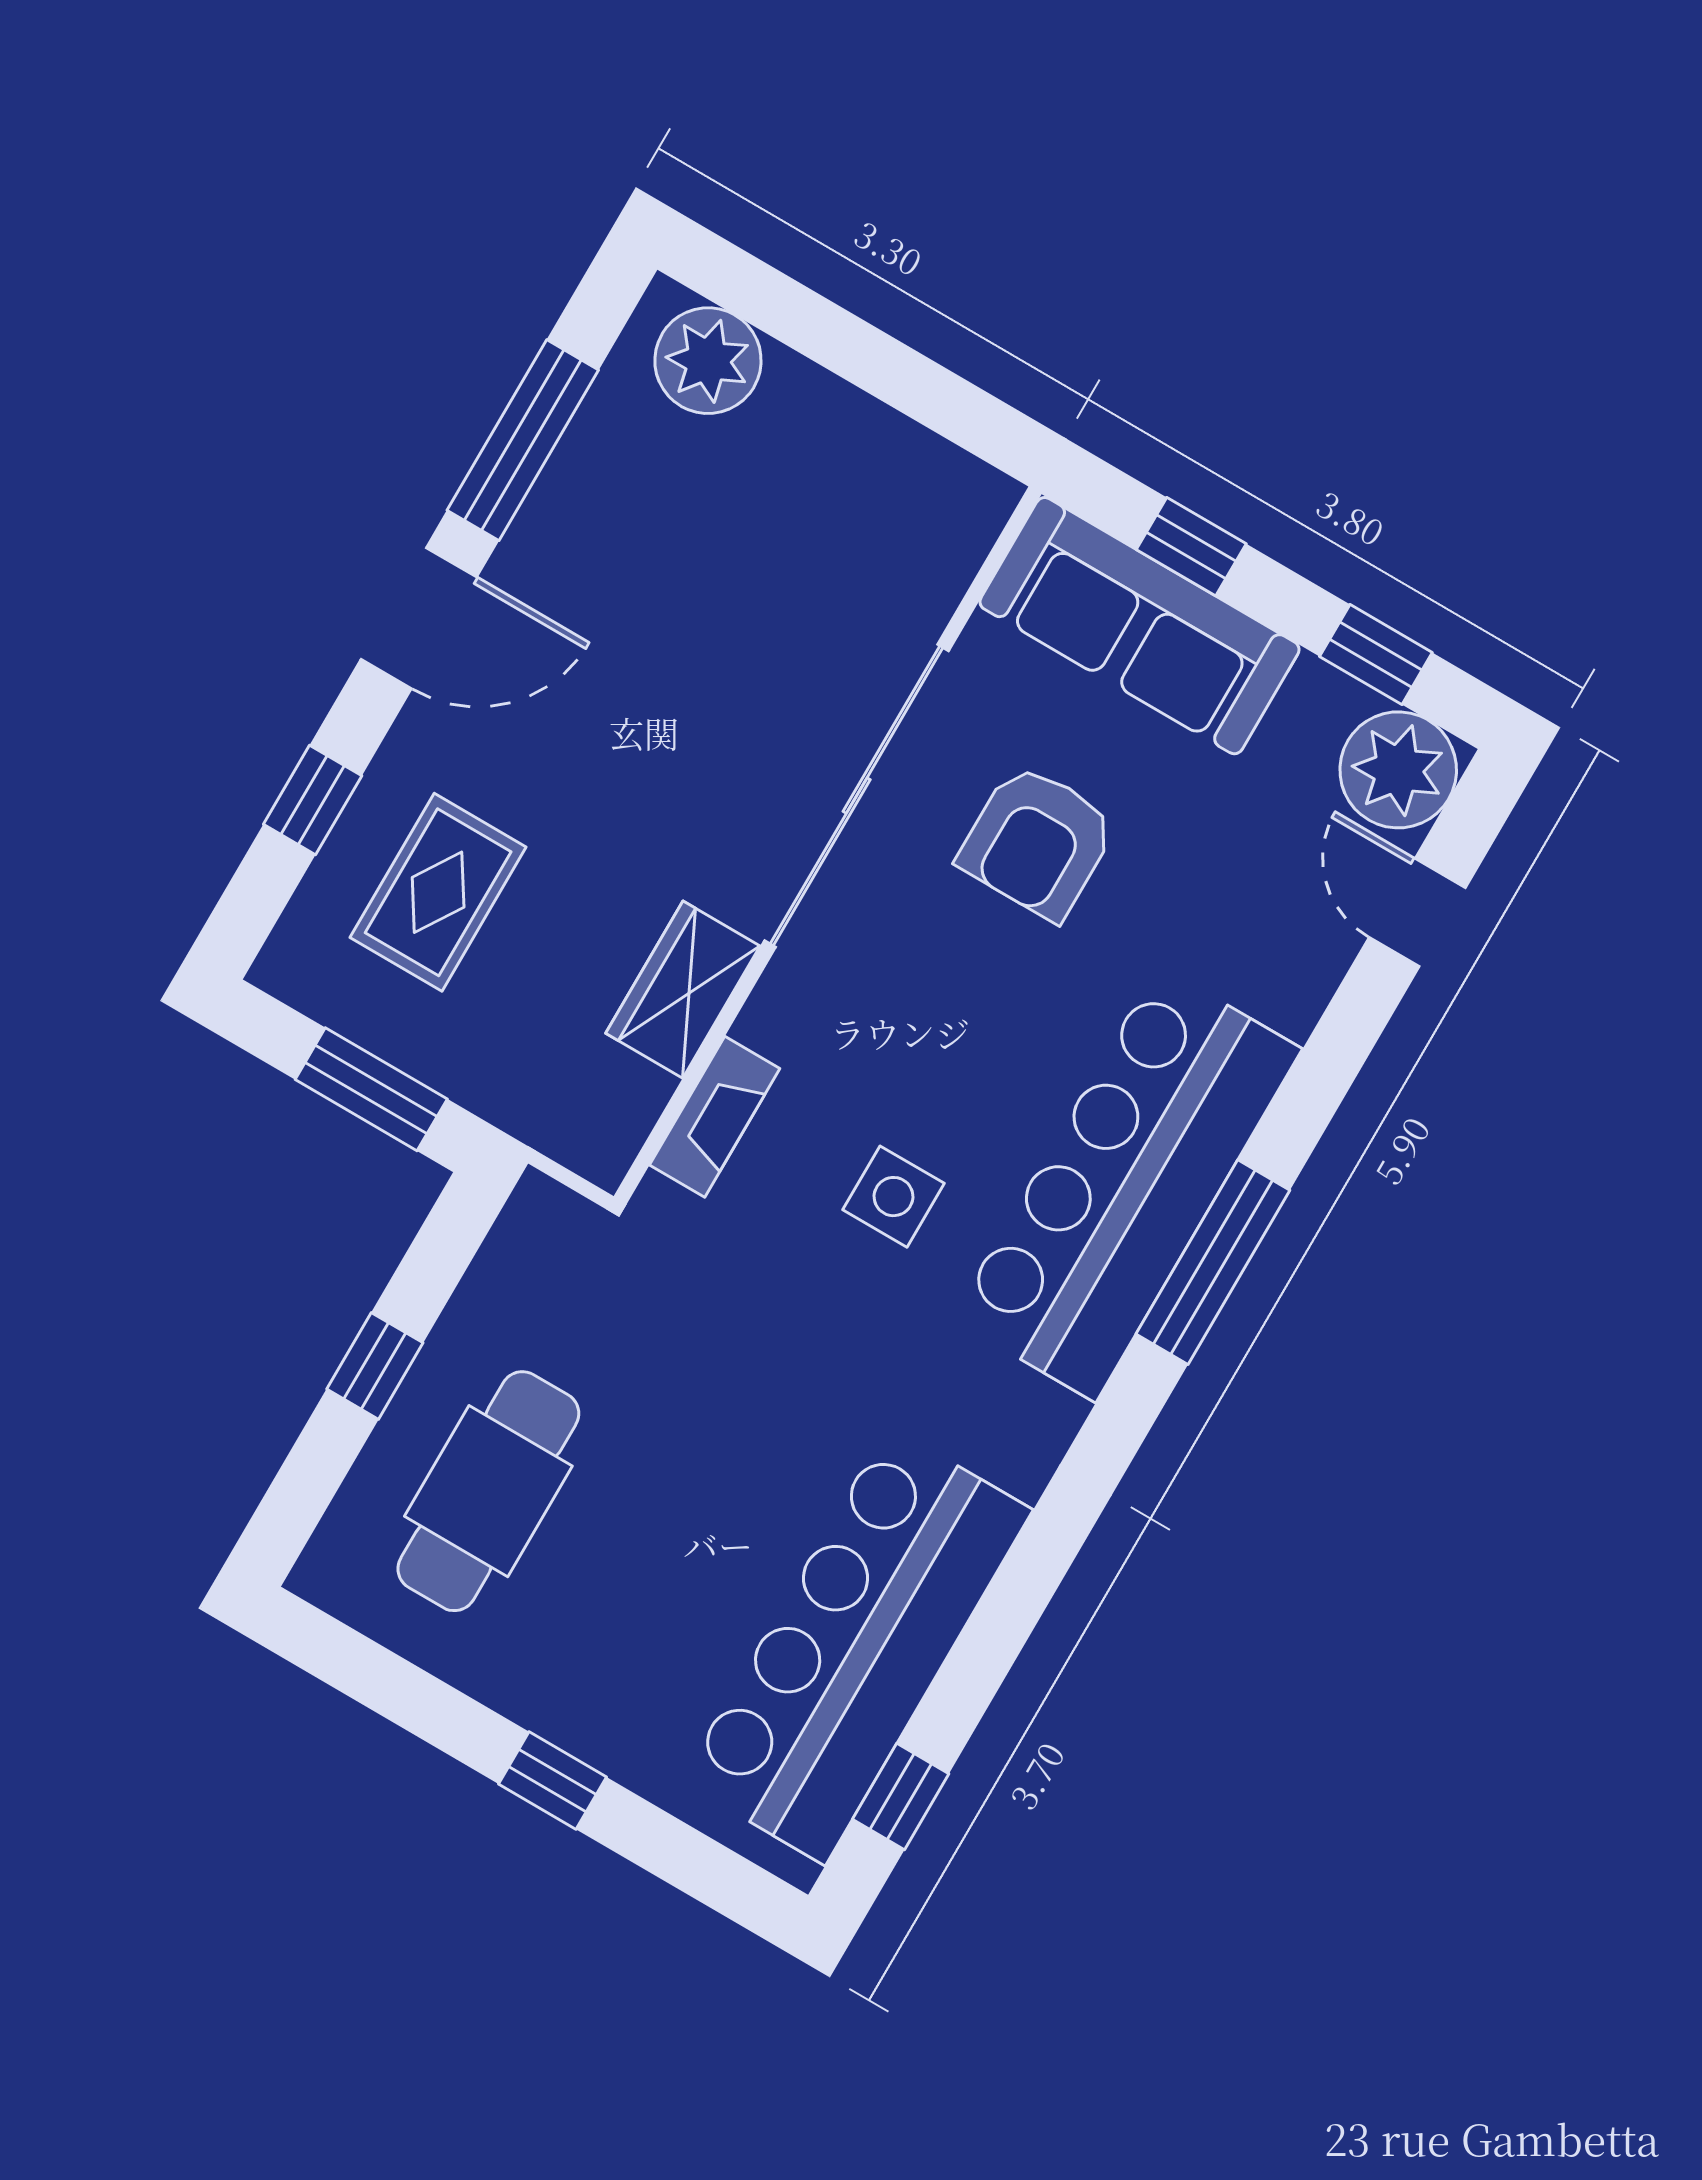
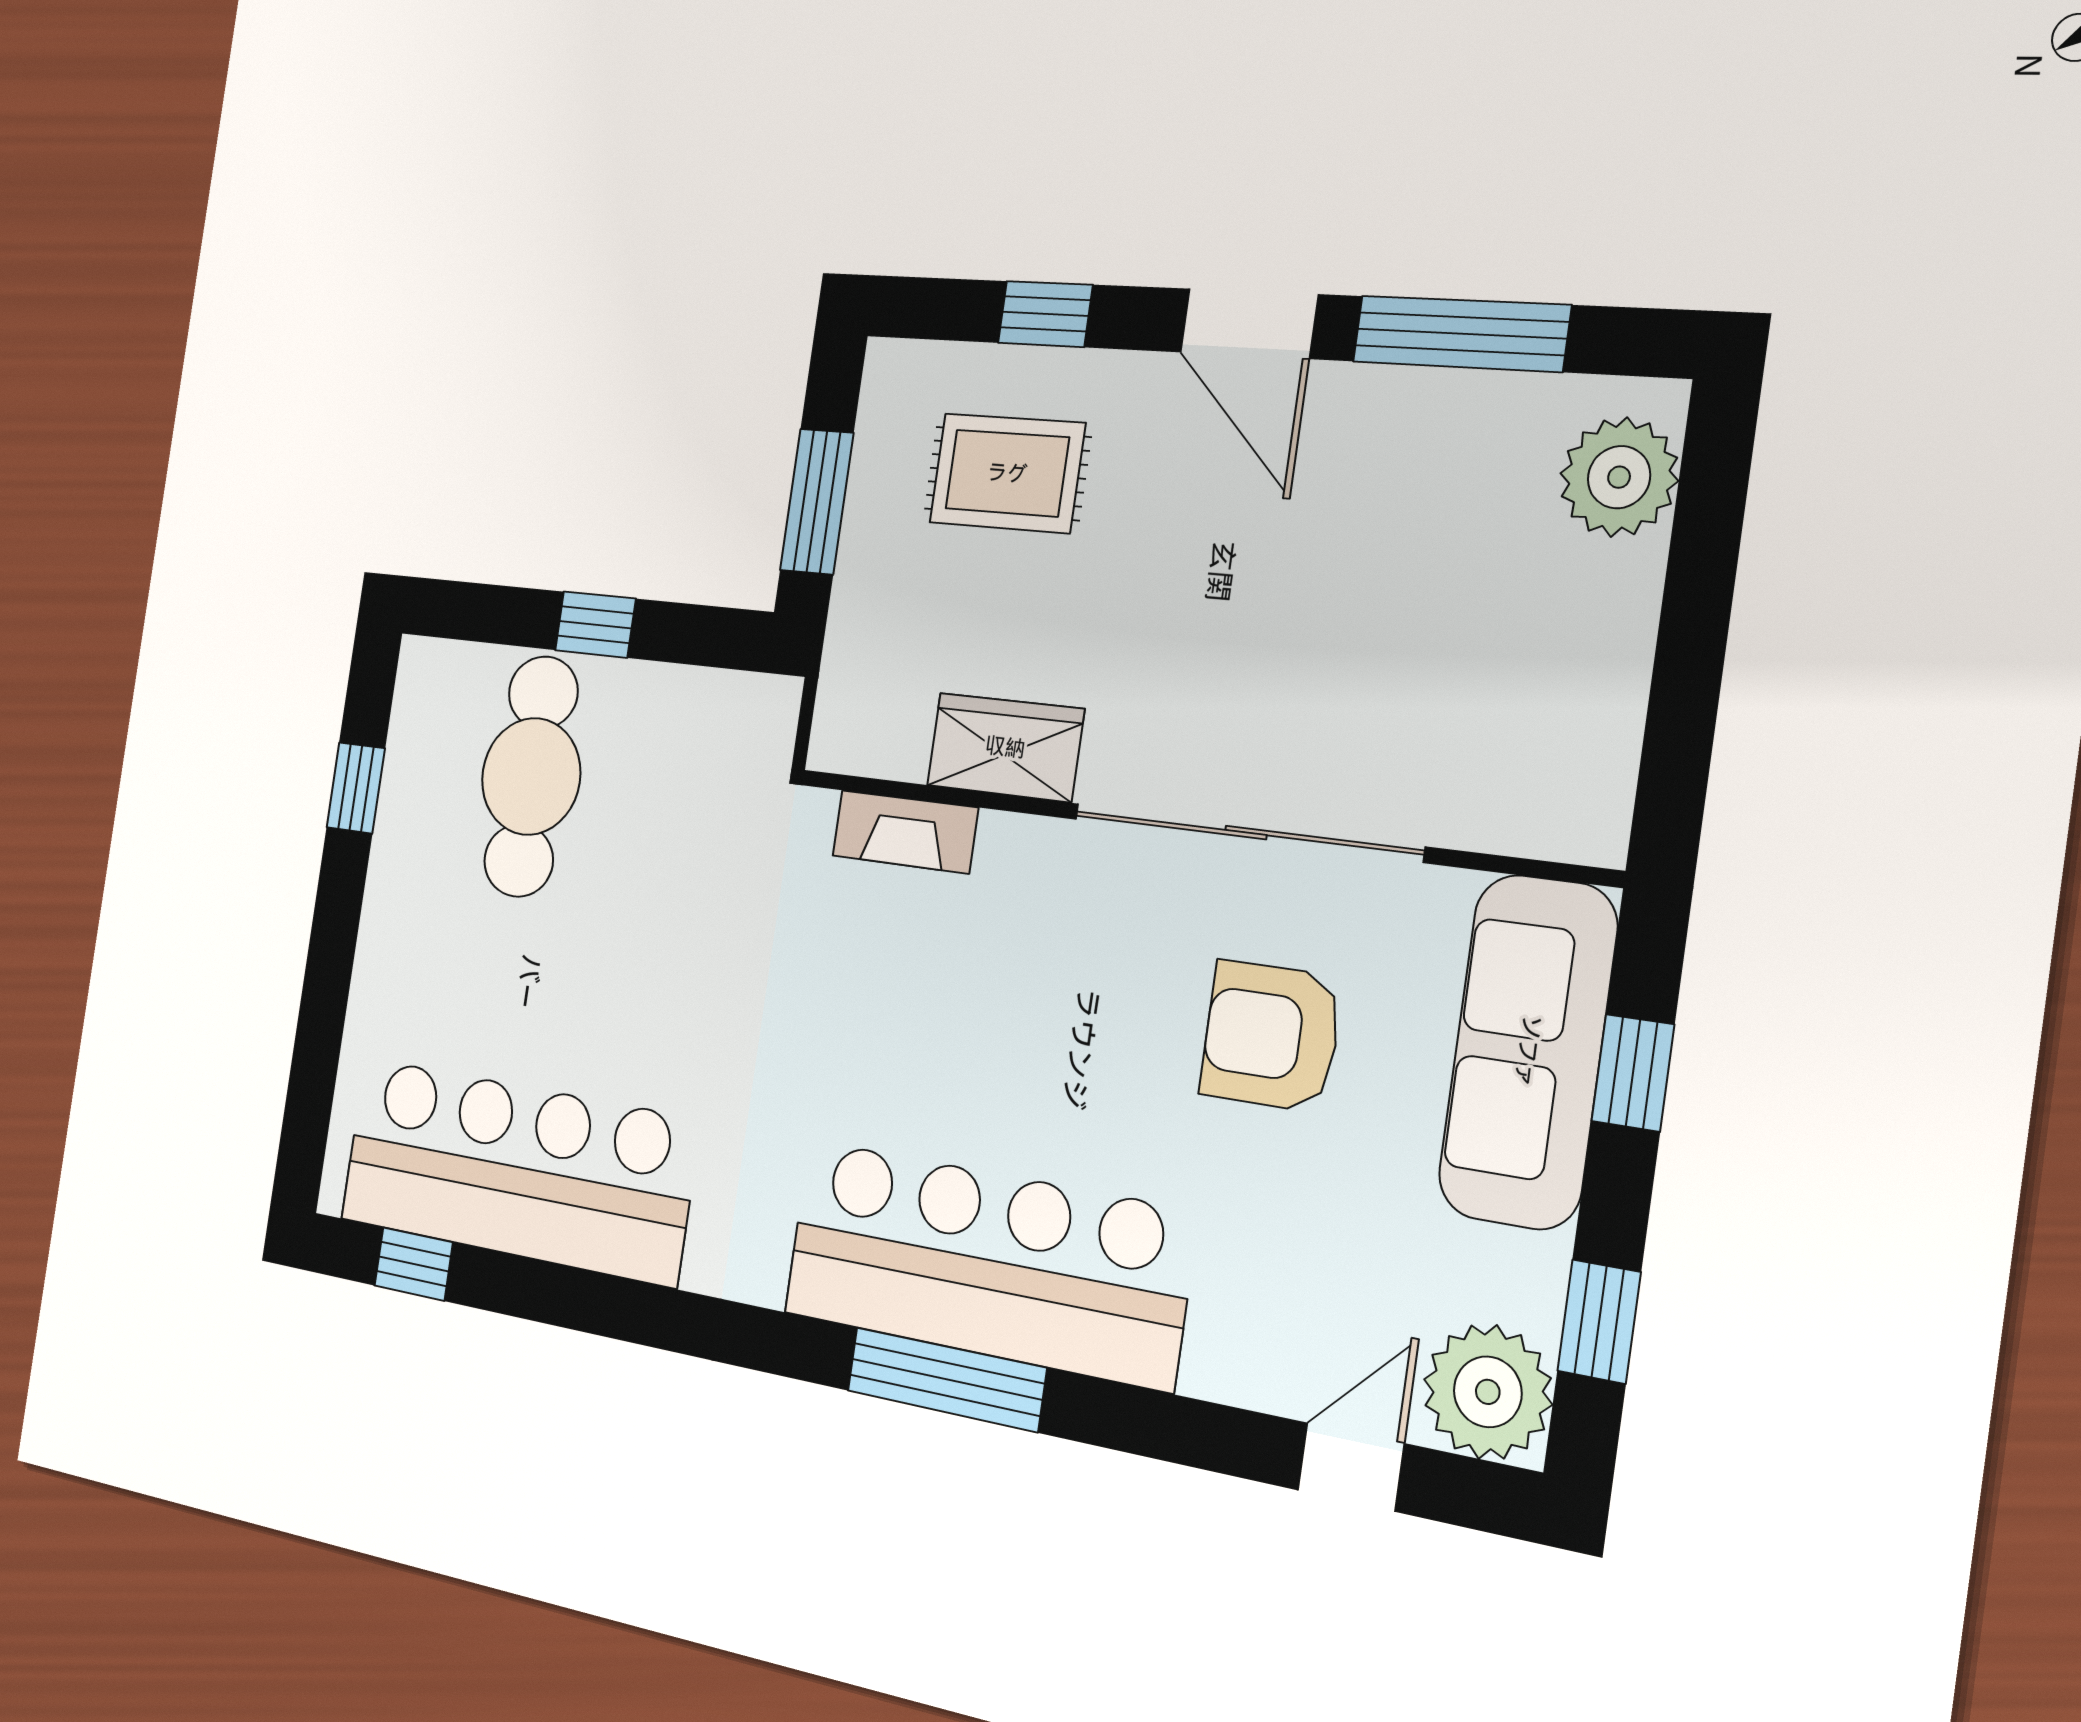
side table: (893, 1197) -> (896, 1036), removed
cafe table: (488, 1491) -> (531, 776), turned 90
window: (553, 1781) -> (356, 788), moved

